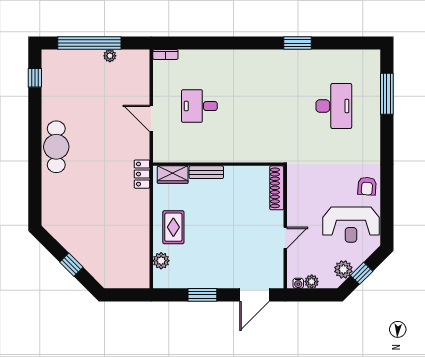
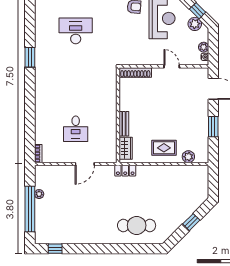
cafe table: (56, 147) -> (137, 225), moved

